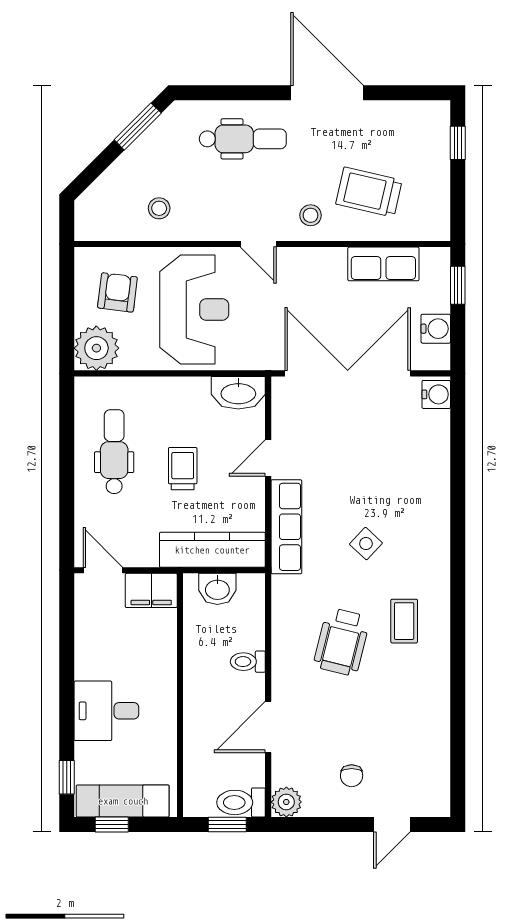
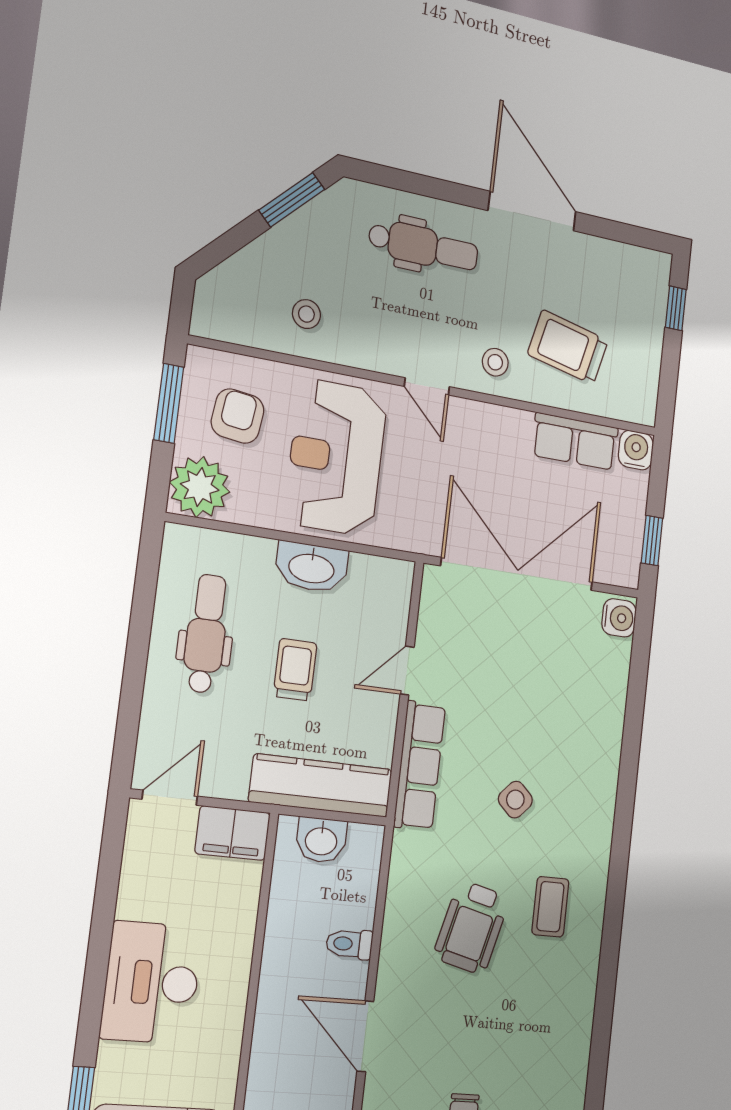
window: (458, 285) -> (652, 541), moved
window: (67, 292) -> (169, 403), added
reception desk: (194, 309) -> (336, 457), turned 180
water cooler: (436, 329) -> (636, 450), moved, turned -90
washbasin: (238, 393) -> (312, 567), moved
door: (103, 570) -> (170, 798), hinge flipped
desk: (106, 711) -> (152, 983), width x1.37
door: (268, 727) -> (365, 1036), hinge flipped

